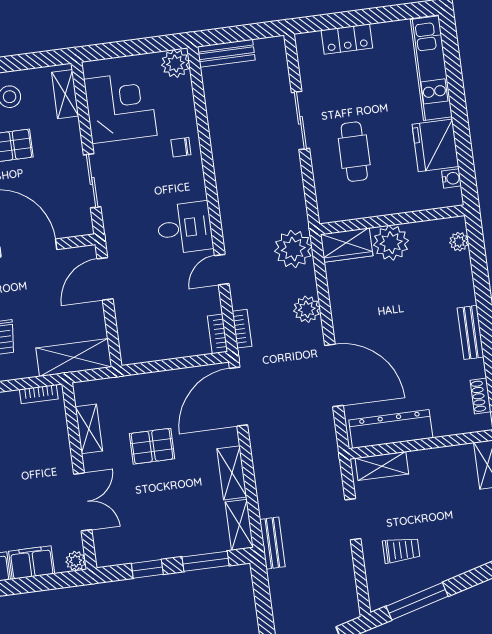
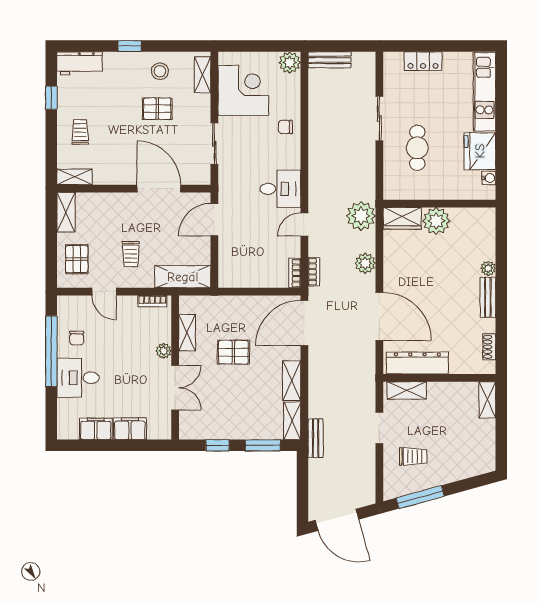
plant: (459, 242) -> (488, 268), moved
plant: (76, 561) -> (164, 351), moved

